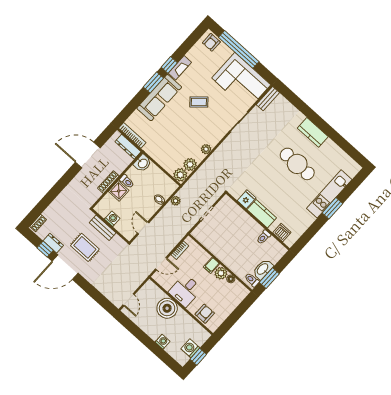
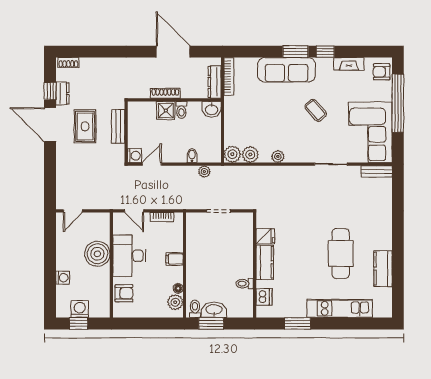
fireplace: (180, 68) -> (349, 64), moved
kitchen counter: (313, 132) -> (383, 269), moved
window: (332, 208) -> (297, 323), moved
washing machine: (112, 219) -> (135, 156), moved
plant: (221, 273) -> (175, 302), moved
desk: (185, 290) -> (129, 256), width x1.37

